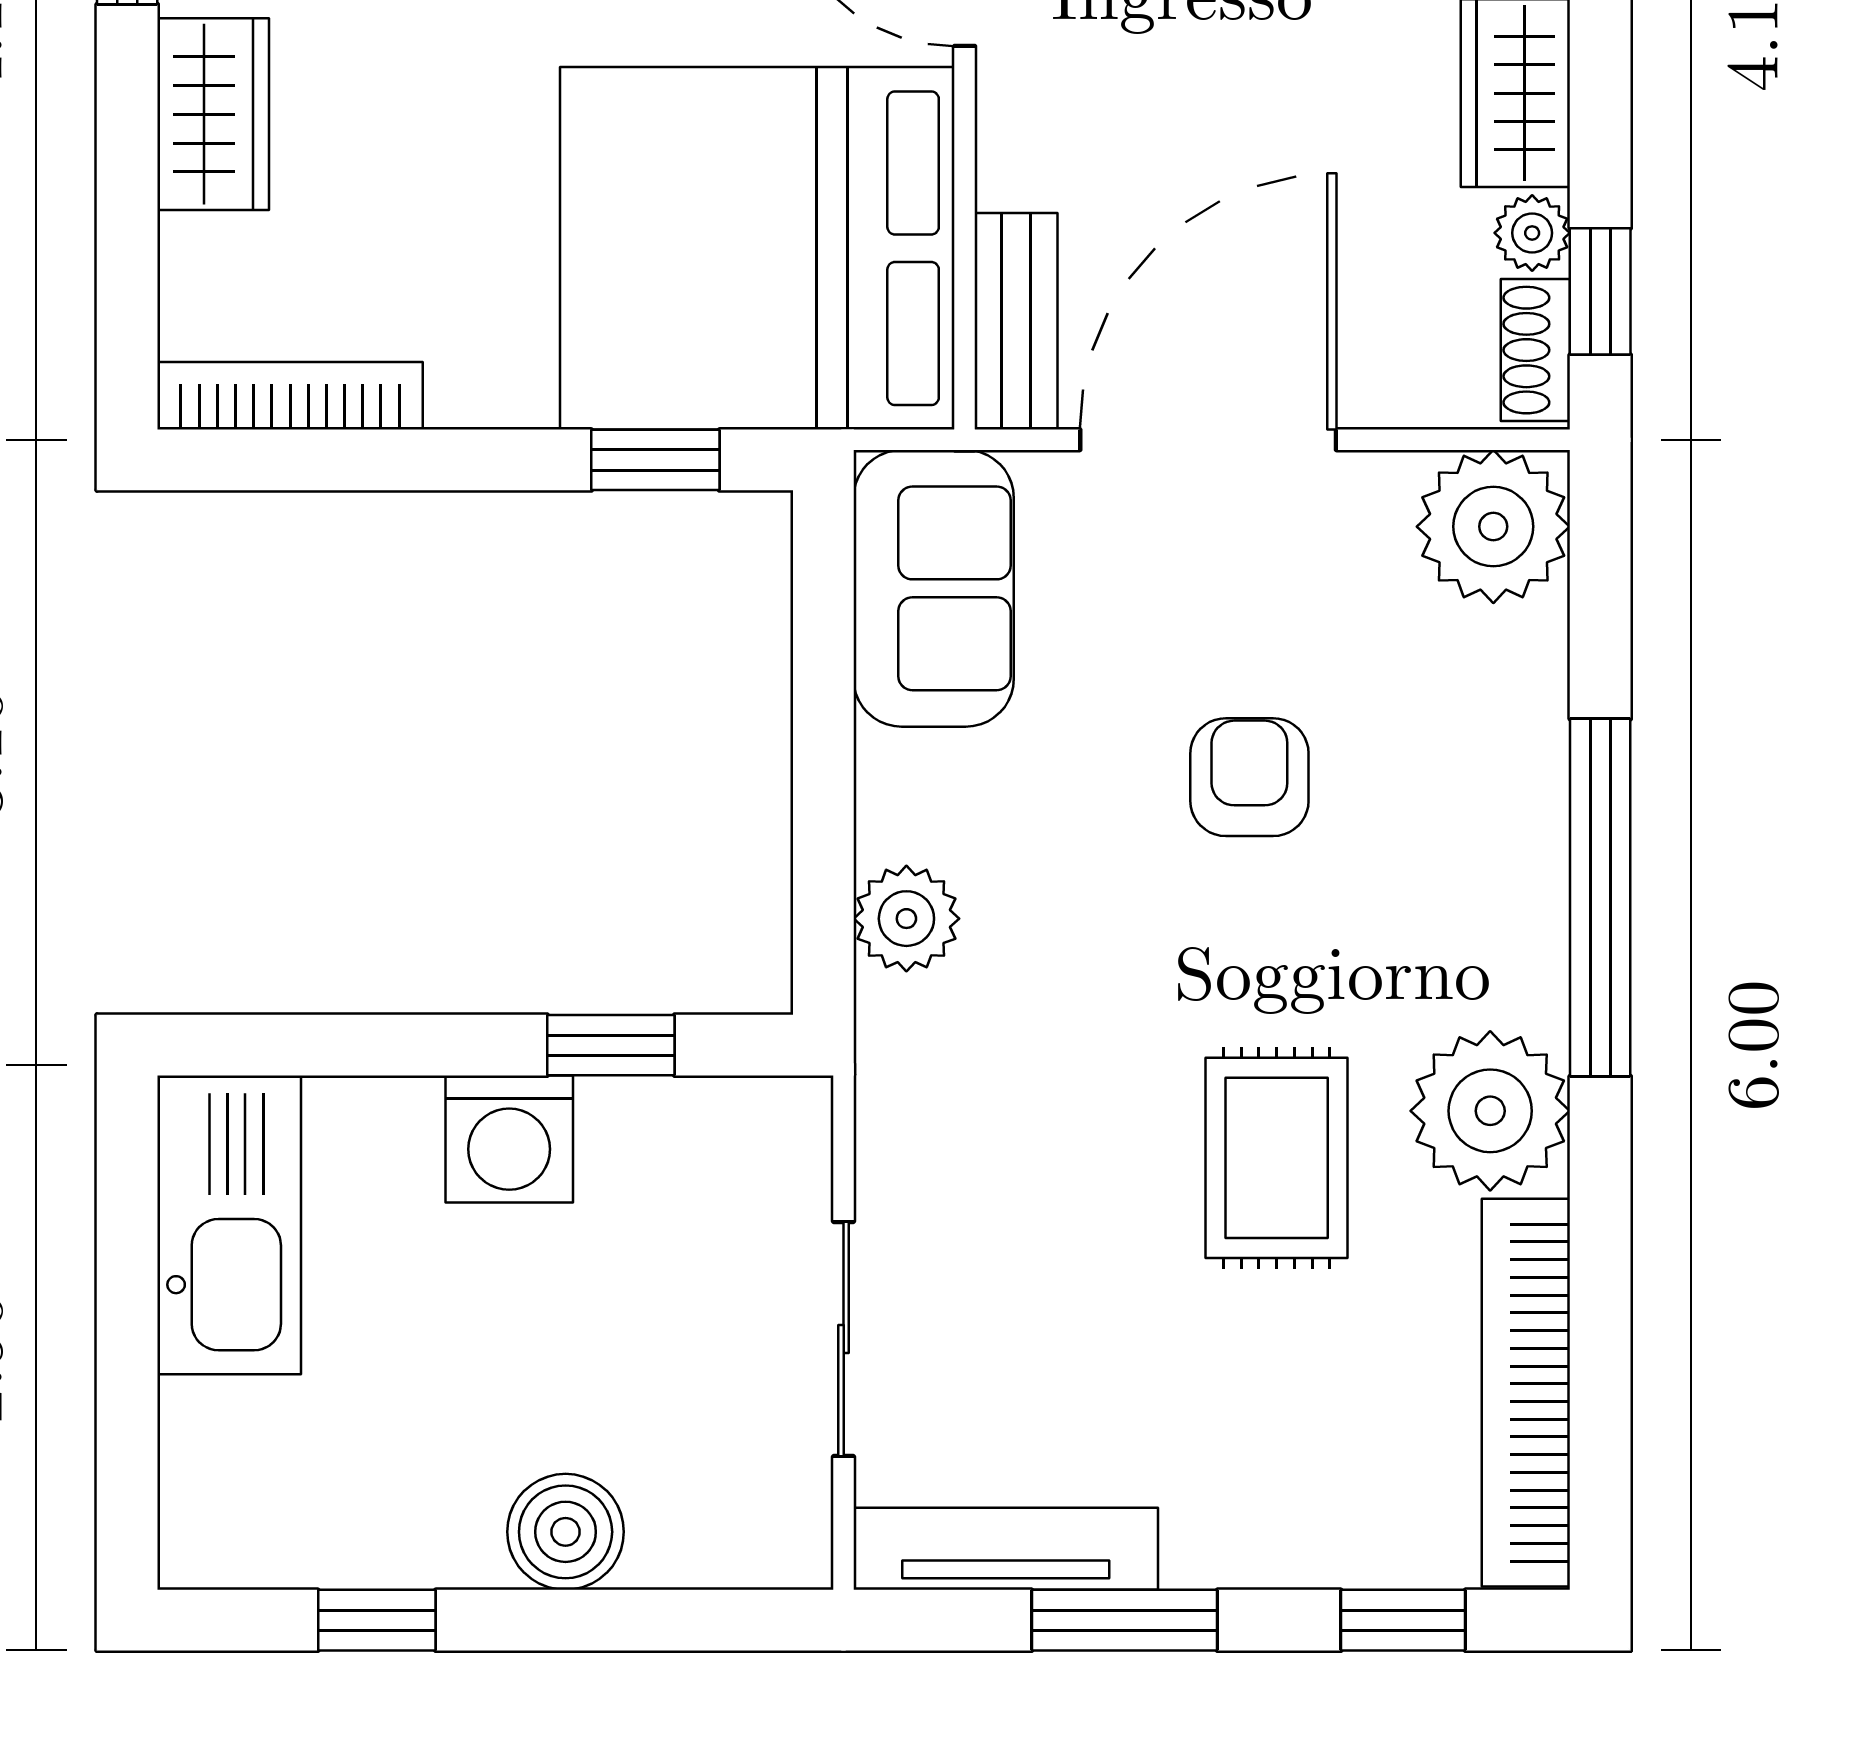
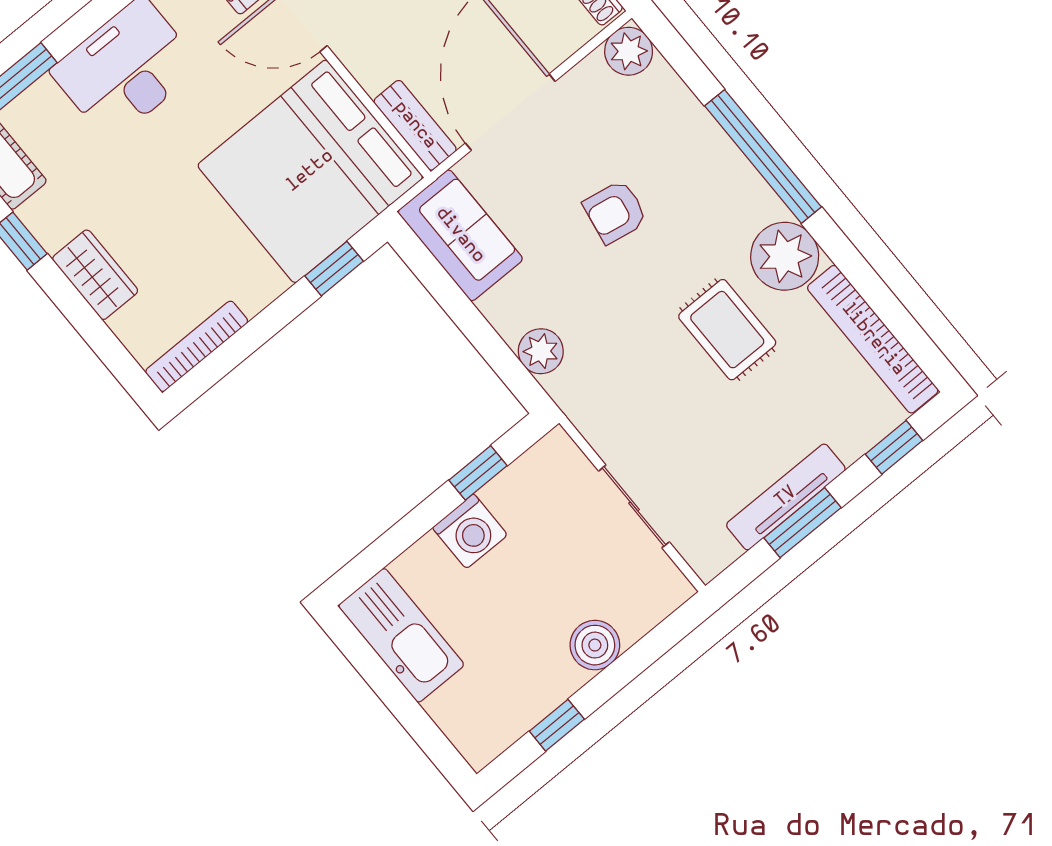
plant: (1493, 527) -> (629, 51), width x0.73, depth x0.73
armchair: (1249, 777) -> (615, 212), turned -80
tv unit: (1006, 1549) -> (786, 497), moved

